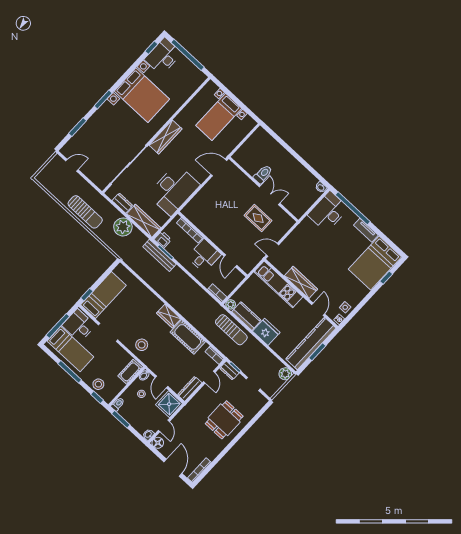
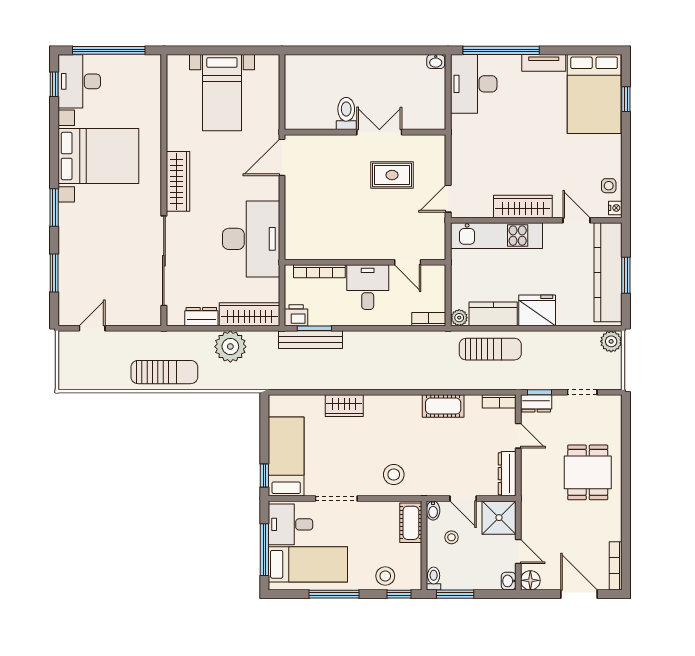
wardrobe: (169, 316) -> (344, 406), moved
cot: (188, 337) -> (443, 406), width x0.73, depth x0.75

